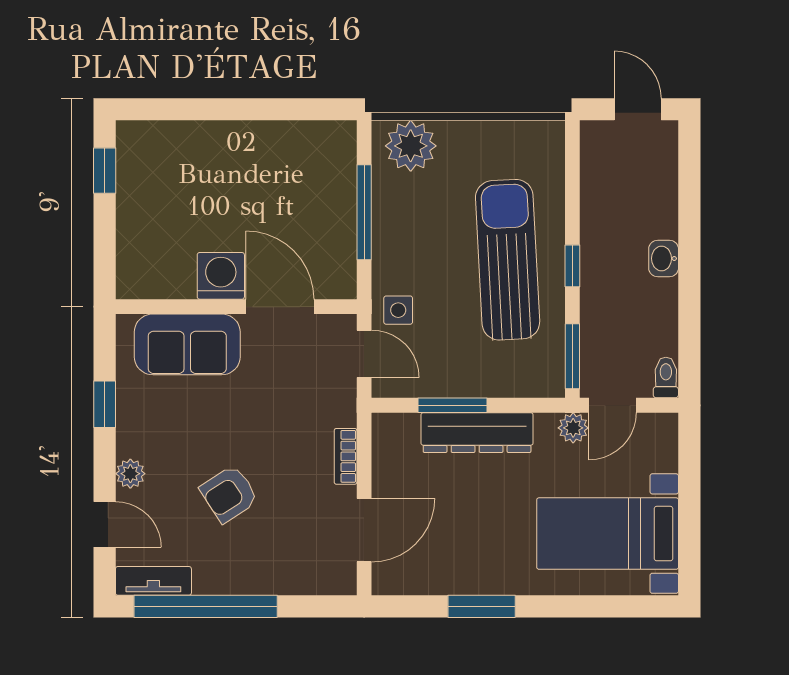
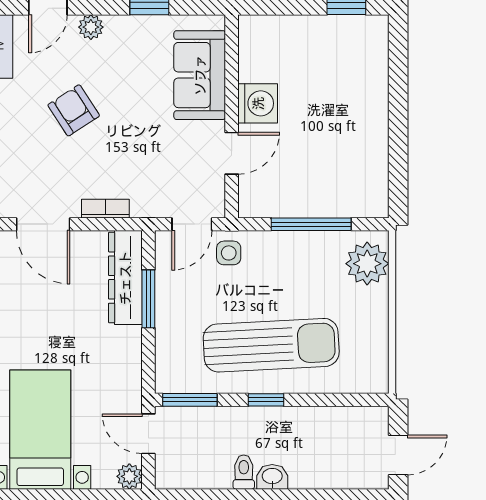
door: (280, 307) -> (232, 153), width x0.73
toilet: (666, 378) -> (244, 472), moved, turned -90
plant: (573, 428) -> (129, 476), moved
dresser: (477, 433) -> (125, 278), moved

